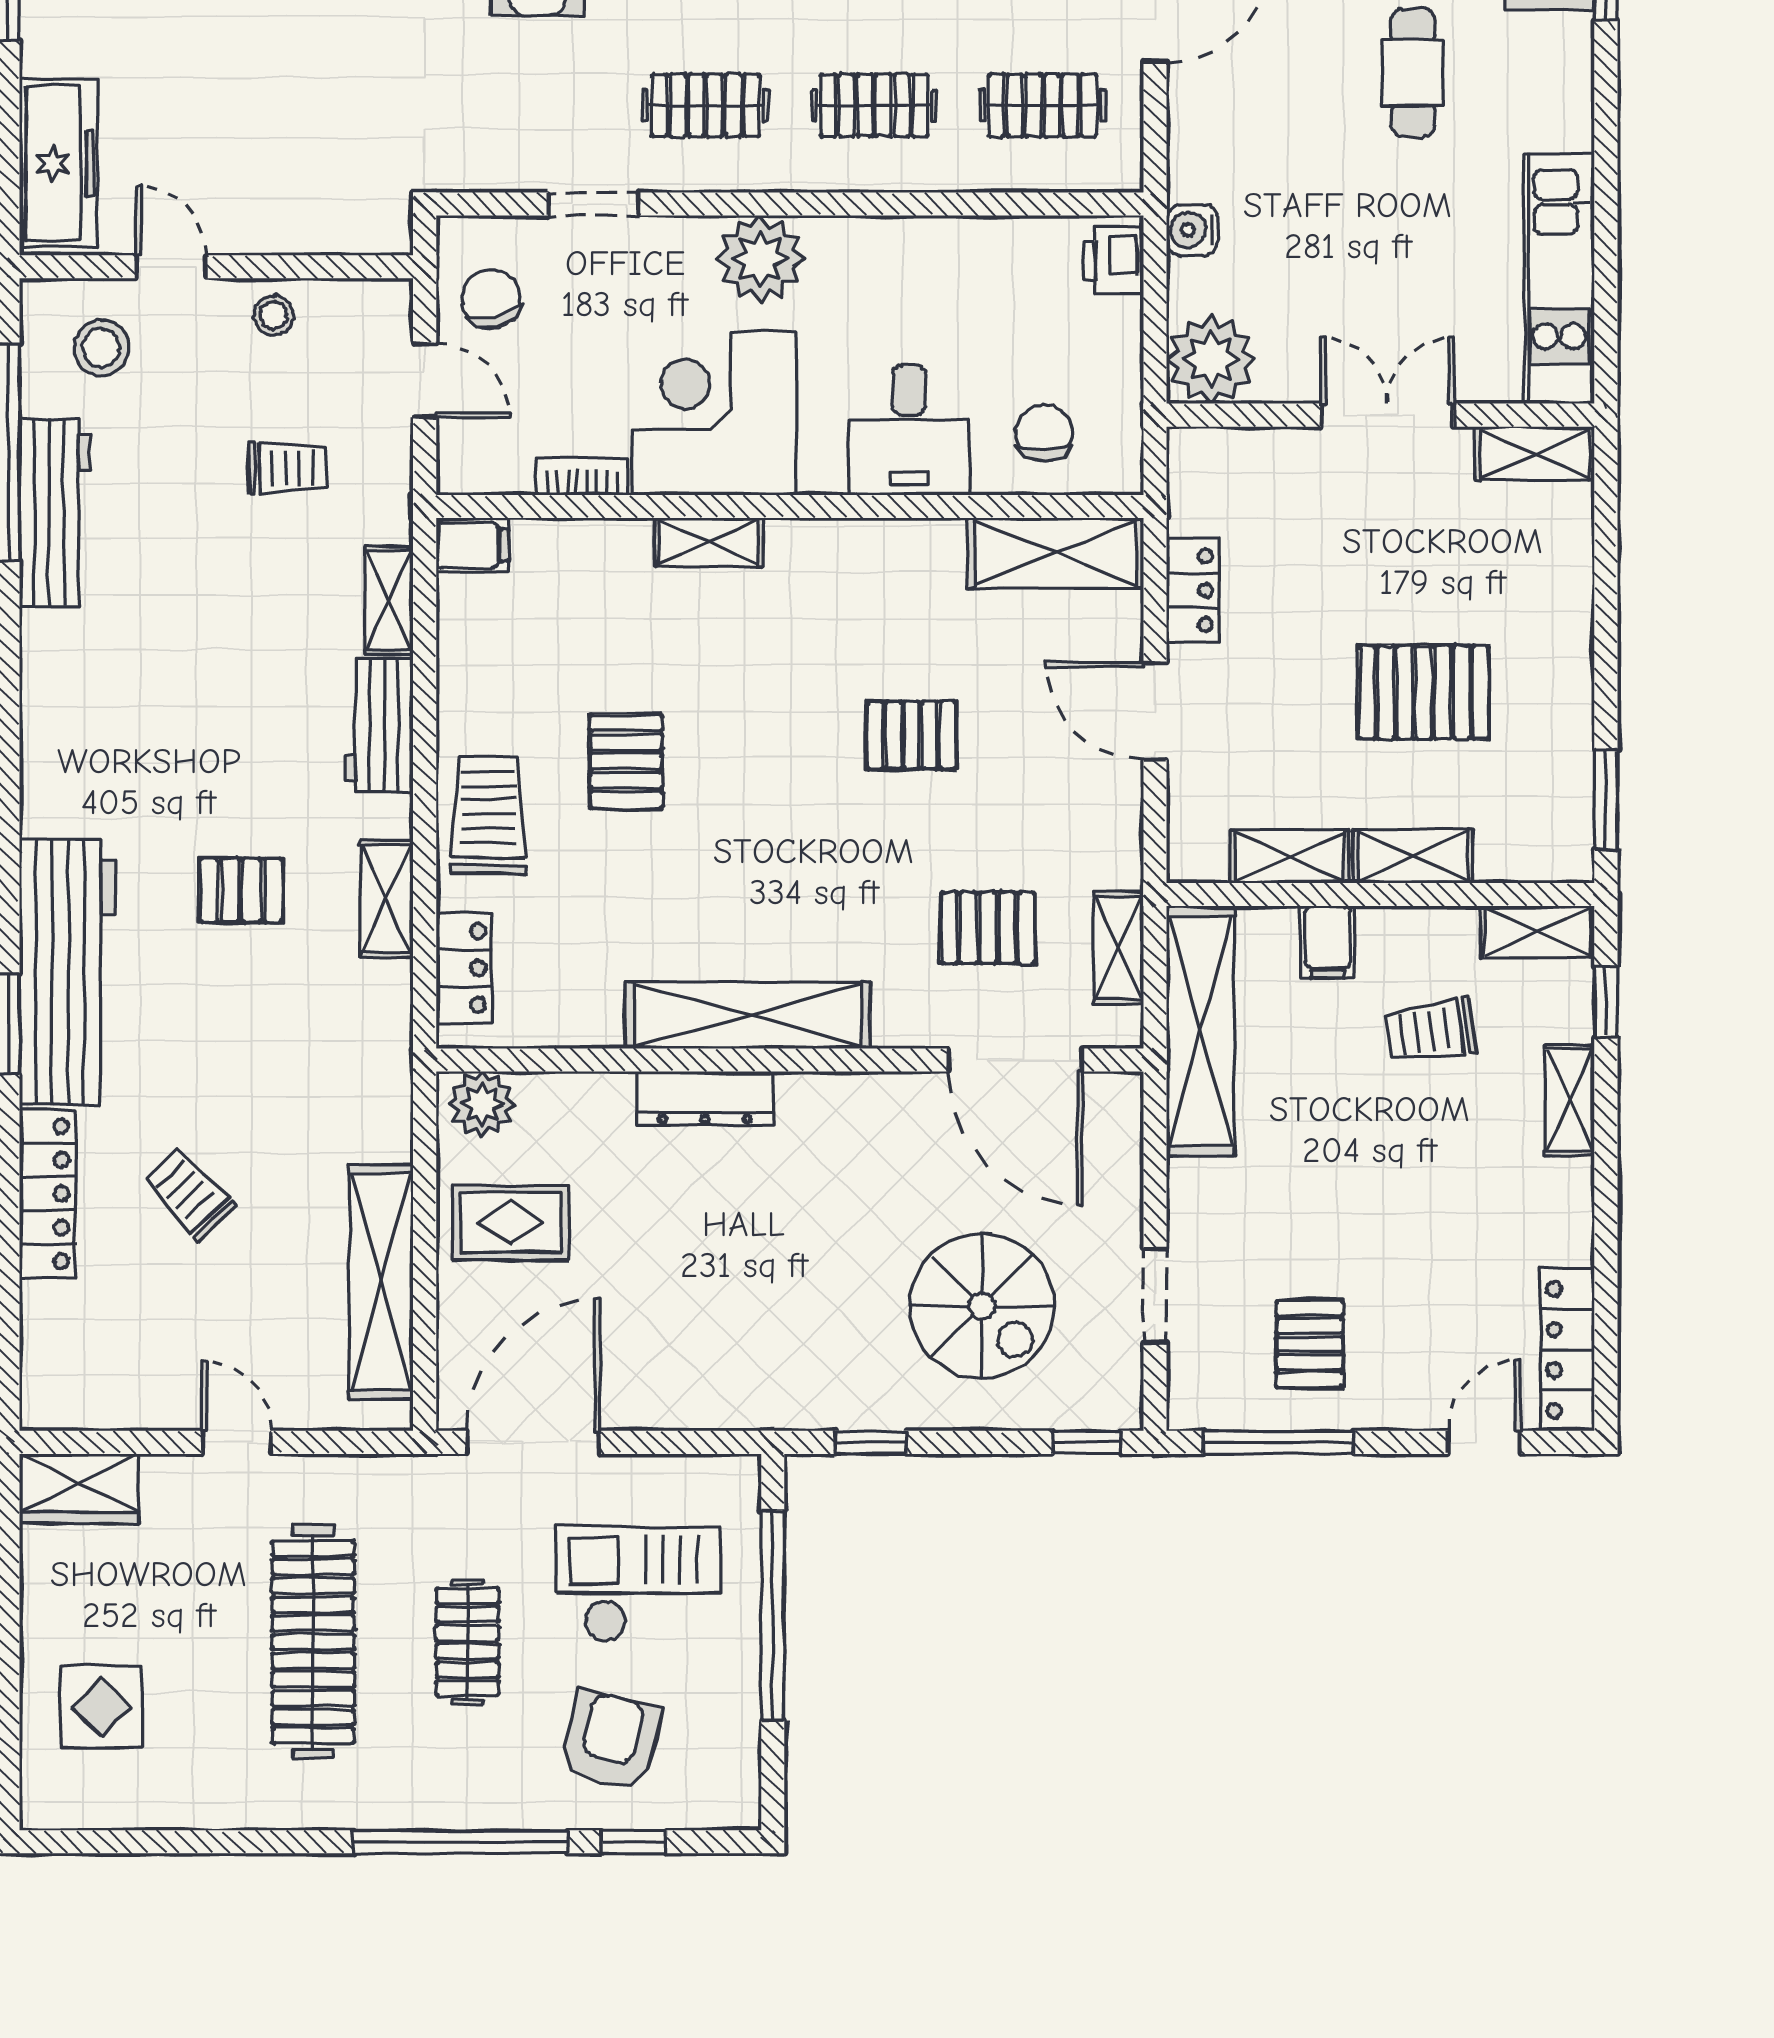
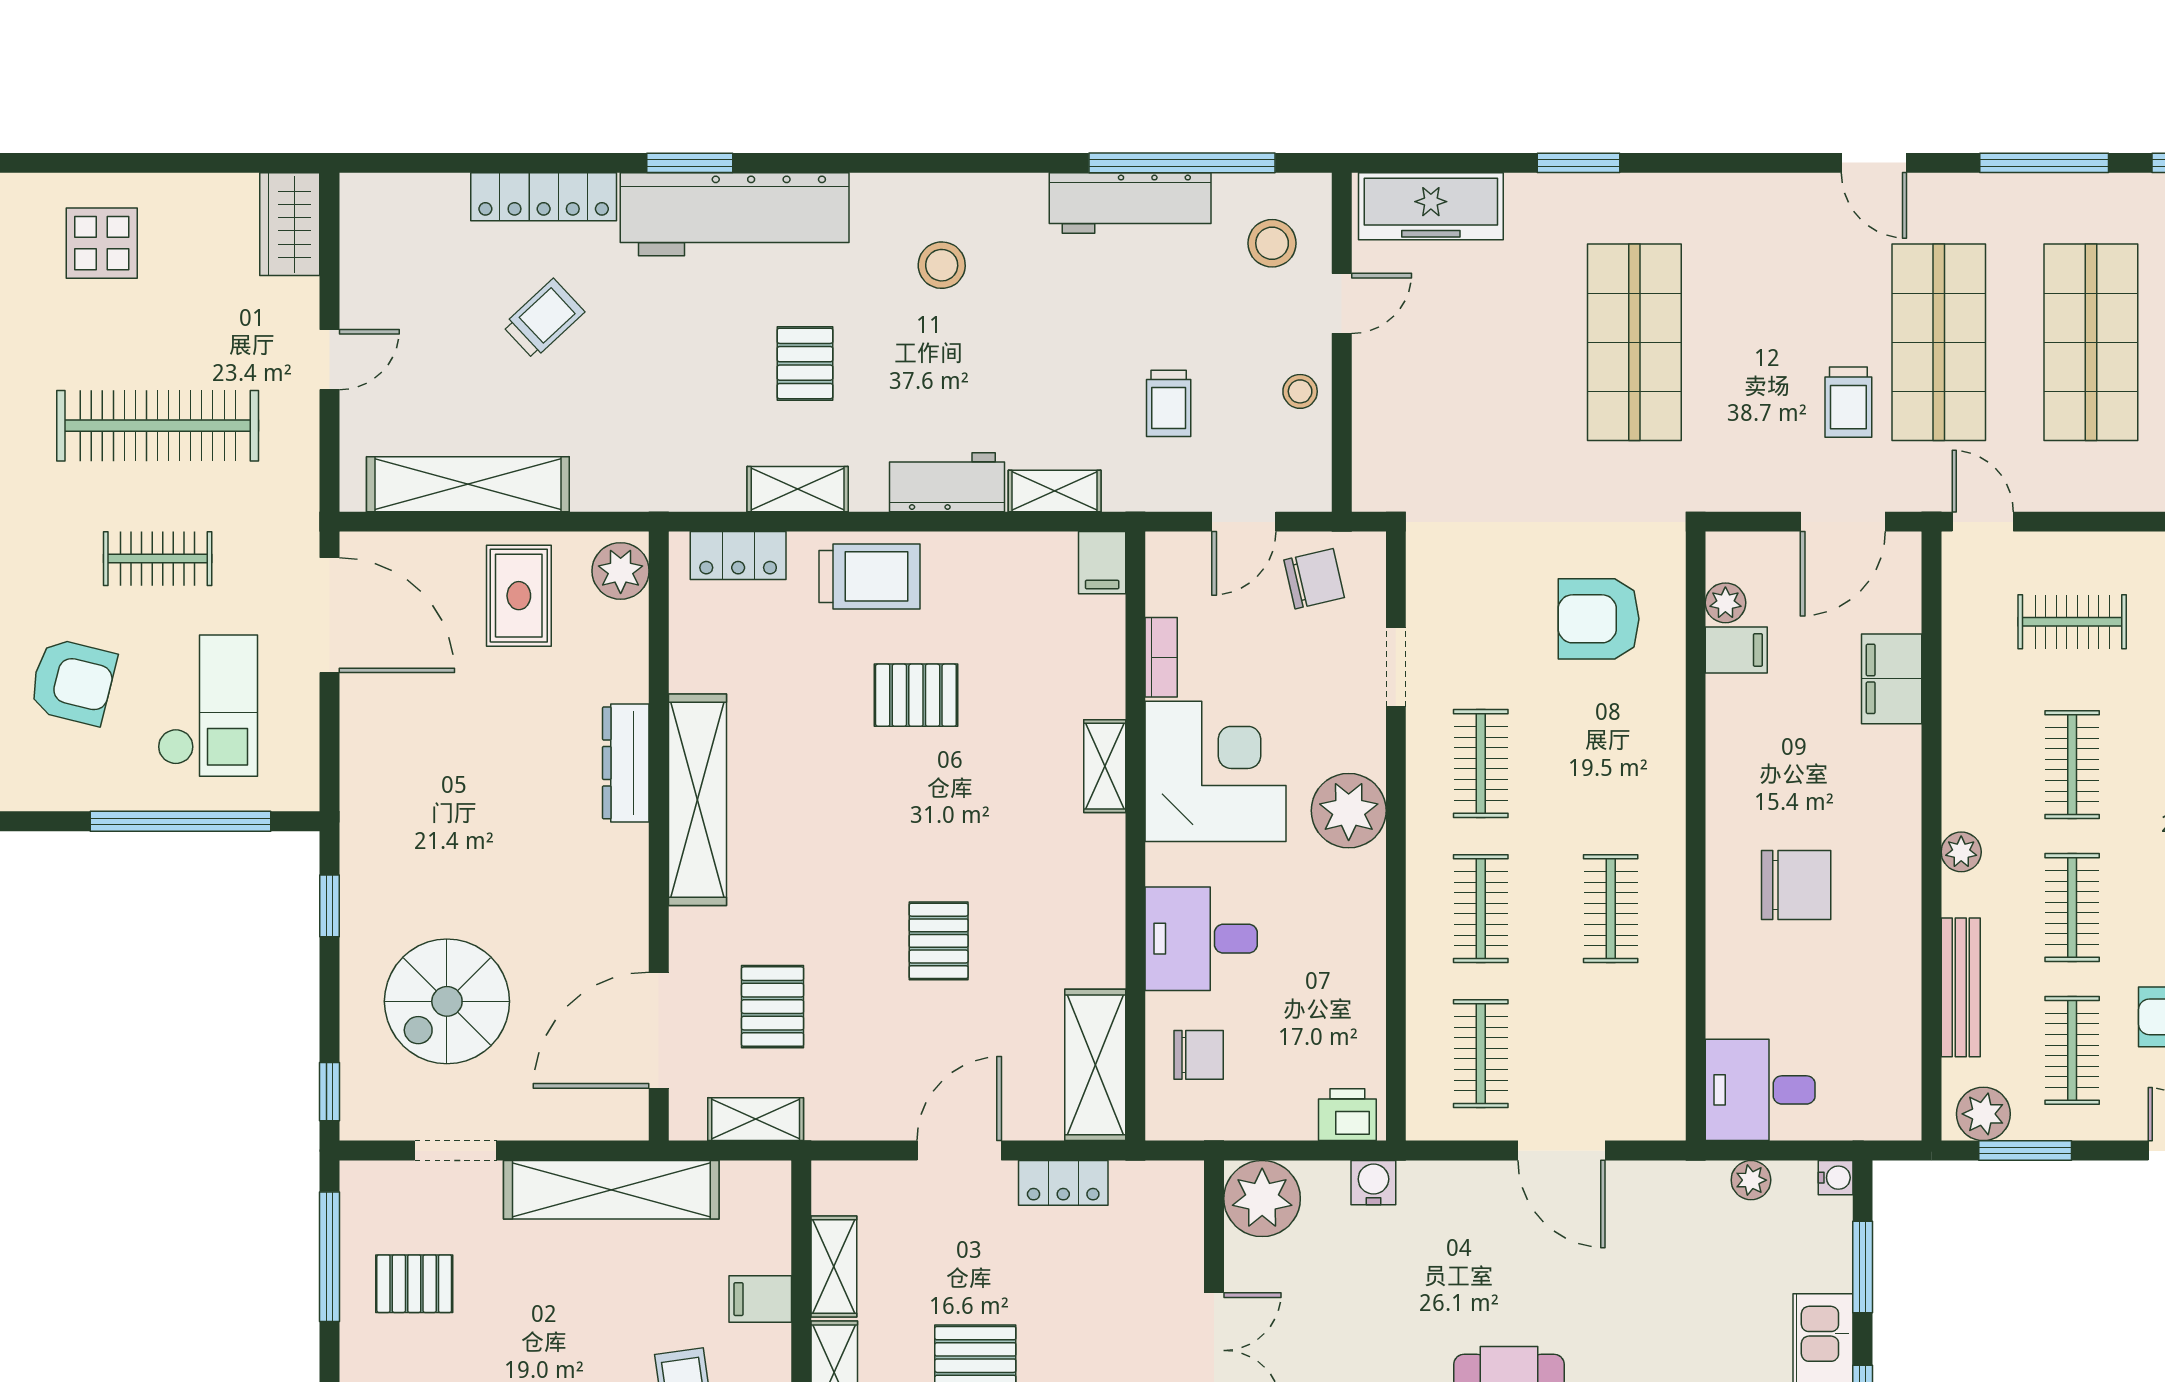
stool: (127, 731) -> (942, 265), added
shelving: (1201, 1031) -> (611, 1190), moved

